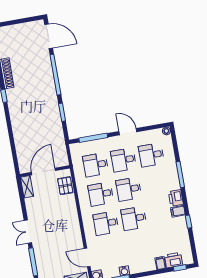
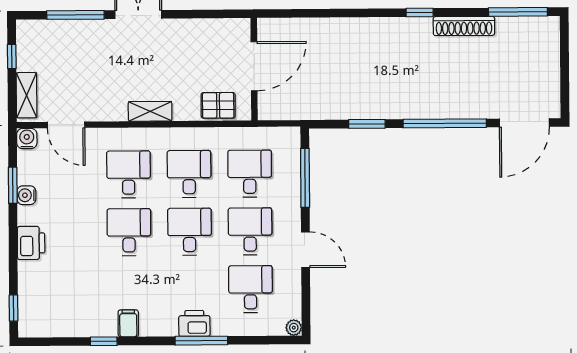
door: (128, 132) -> (306, 250), hinge flipped
door: (43, 171) -> (254, 66), hinge flipped
shelving: (27, 187) -> (150, 111), moved
printer: (176, 198) -> (194, 323), moved
door: (87, 258) -> (66, 125), swing flipped
printer: (174, 260) -> (31, 243), moved
filing cabinet: (160, 263) -> (30, 270), removed

